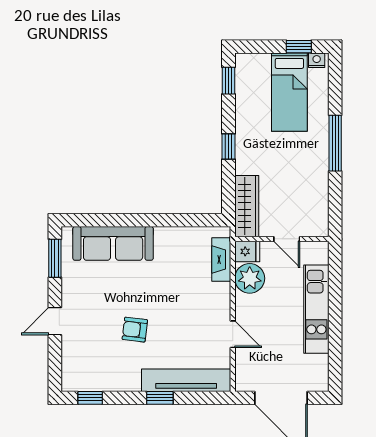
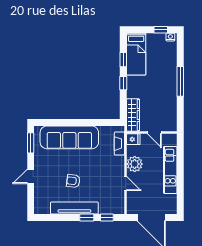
window: (229, 81) -> (123, 60), moved
bed: (289, 92) -> (136, 54), moved
sofa: (113, 243) -> (69, 137), width x1.36, depth x1.27
plant: (250, 278) -> (135, 164), moved
tv unit: (186, 380) -> (74, 208), moved
window: (90, 398) -> (107, 217), moved

